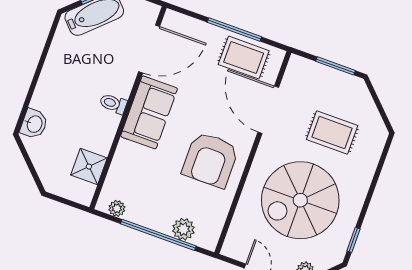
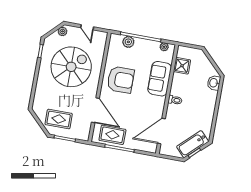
sofa: (149, 112) -> (160, 79), moved
rug: (332, 133) -> (59, 119), moved
armchair: (210, 160) -> (121, 80), turned 90

